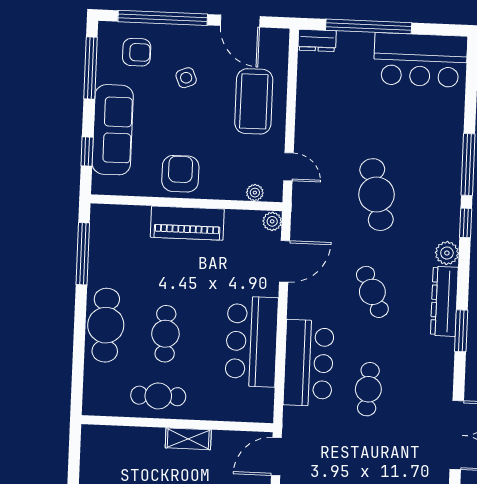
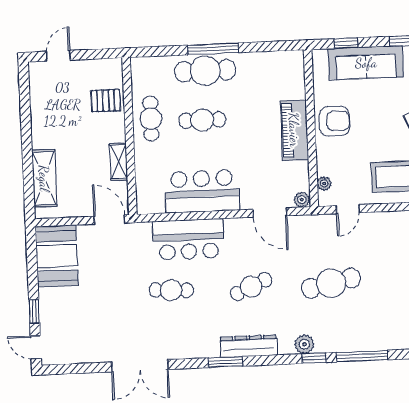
plant: (447, 253) -> (304, 344), moved
window: (83, 254) -> (213, 49), moved
shelving: (188, 439) -> (119, 162), moved
pallet: (132, 449) -> (106, 101), added

